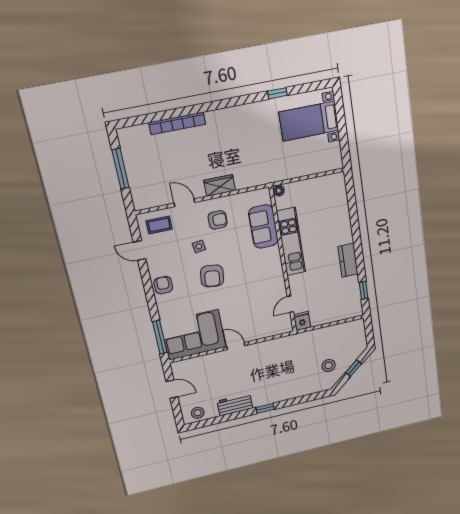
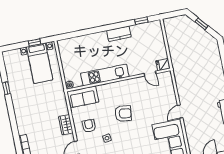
bed with nightstands: (309, 121) -> (40, 63), moved
window: (343, 138) -> (34, 42), added
sofa: (263, 227) -> (83, 97), moved
armchair: (212, 276) -> (123, 114), moved
stool: (329, 366) -> (198, 43), removed

